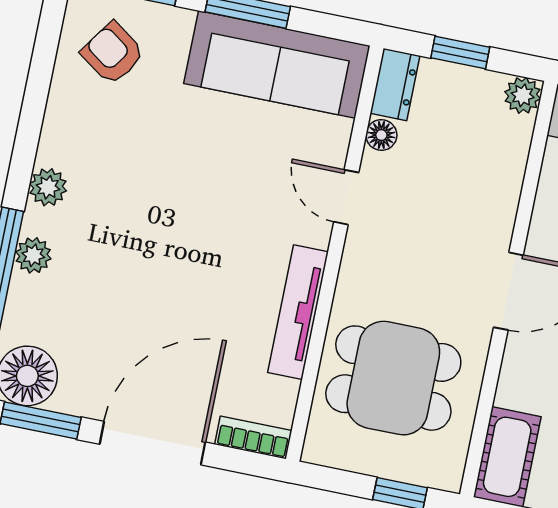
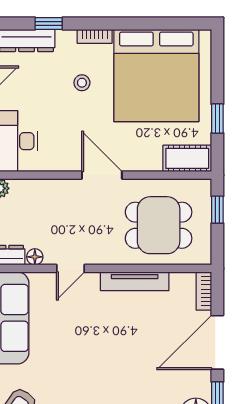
dining table: (393, 378) -> (159, 225), turned 90
door: (152, 443) -> (217, 342), hinge flipped

